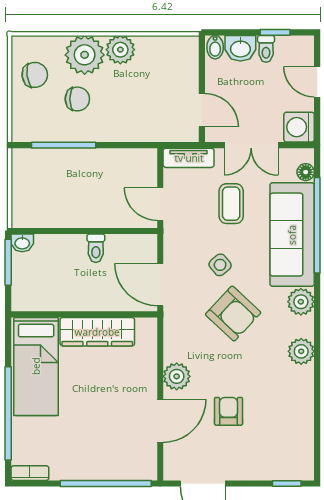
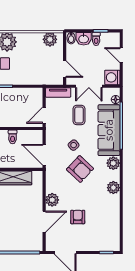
plant: (120, 50) -> (50, 39), moved
door: (160, 204) -> (44, 115), hinge flipped

